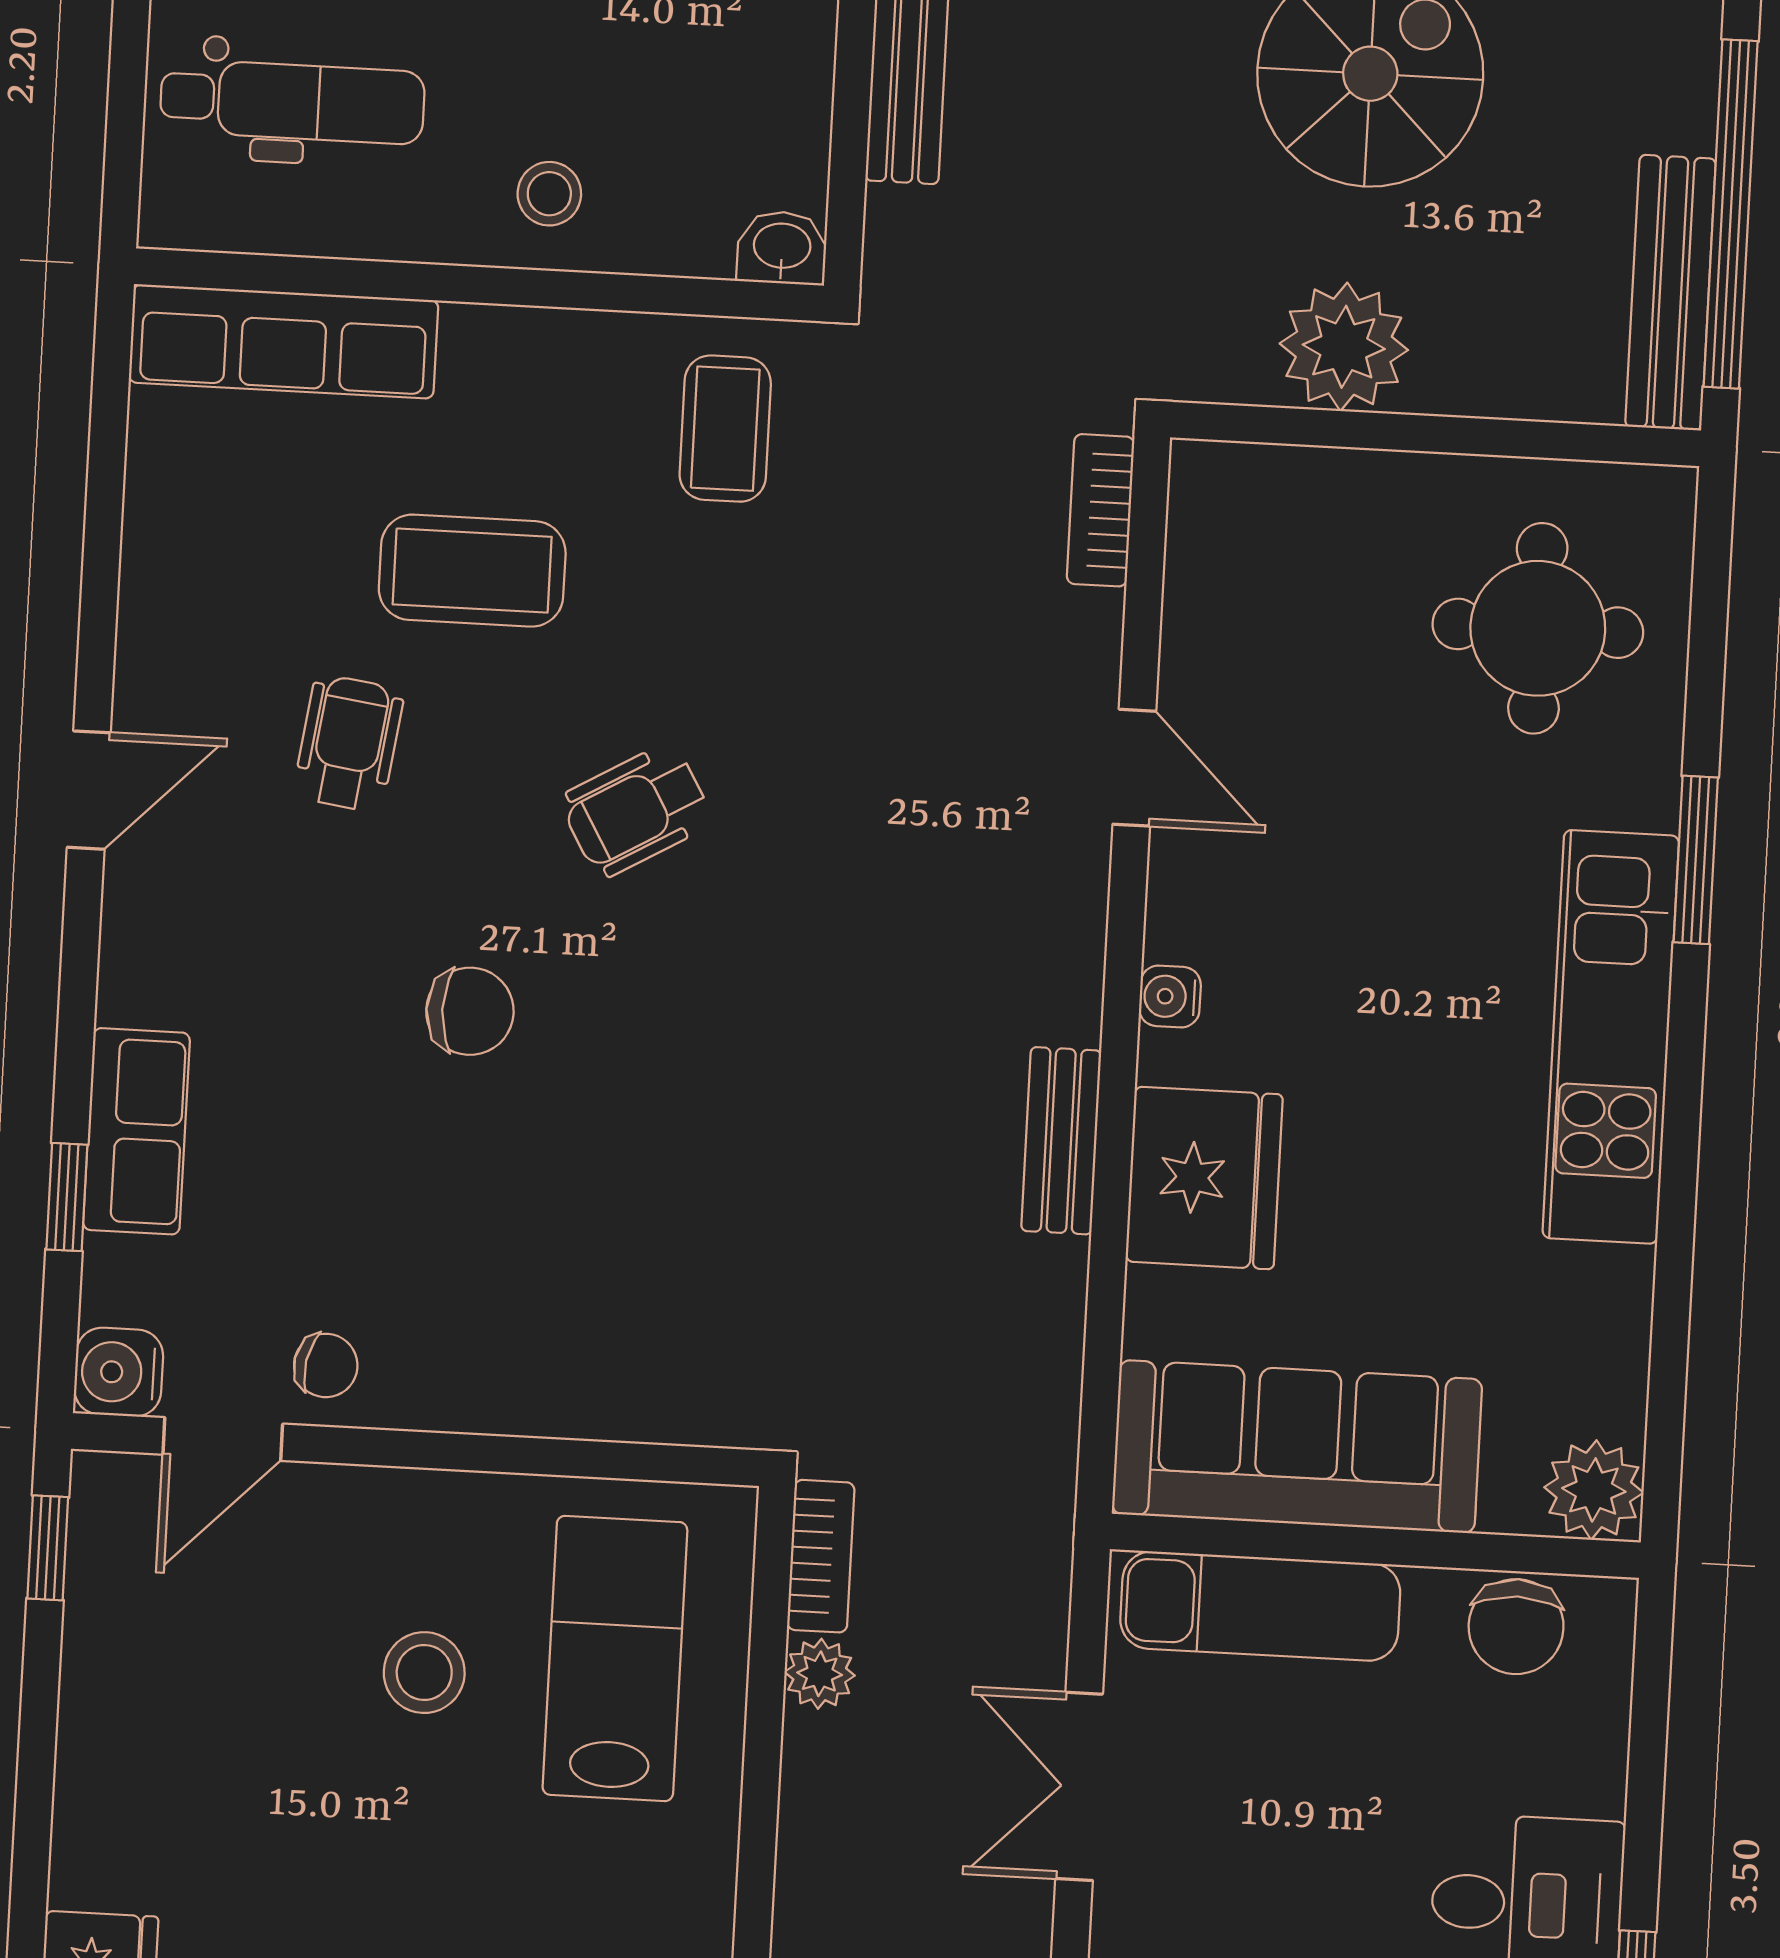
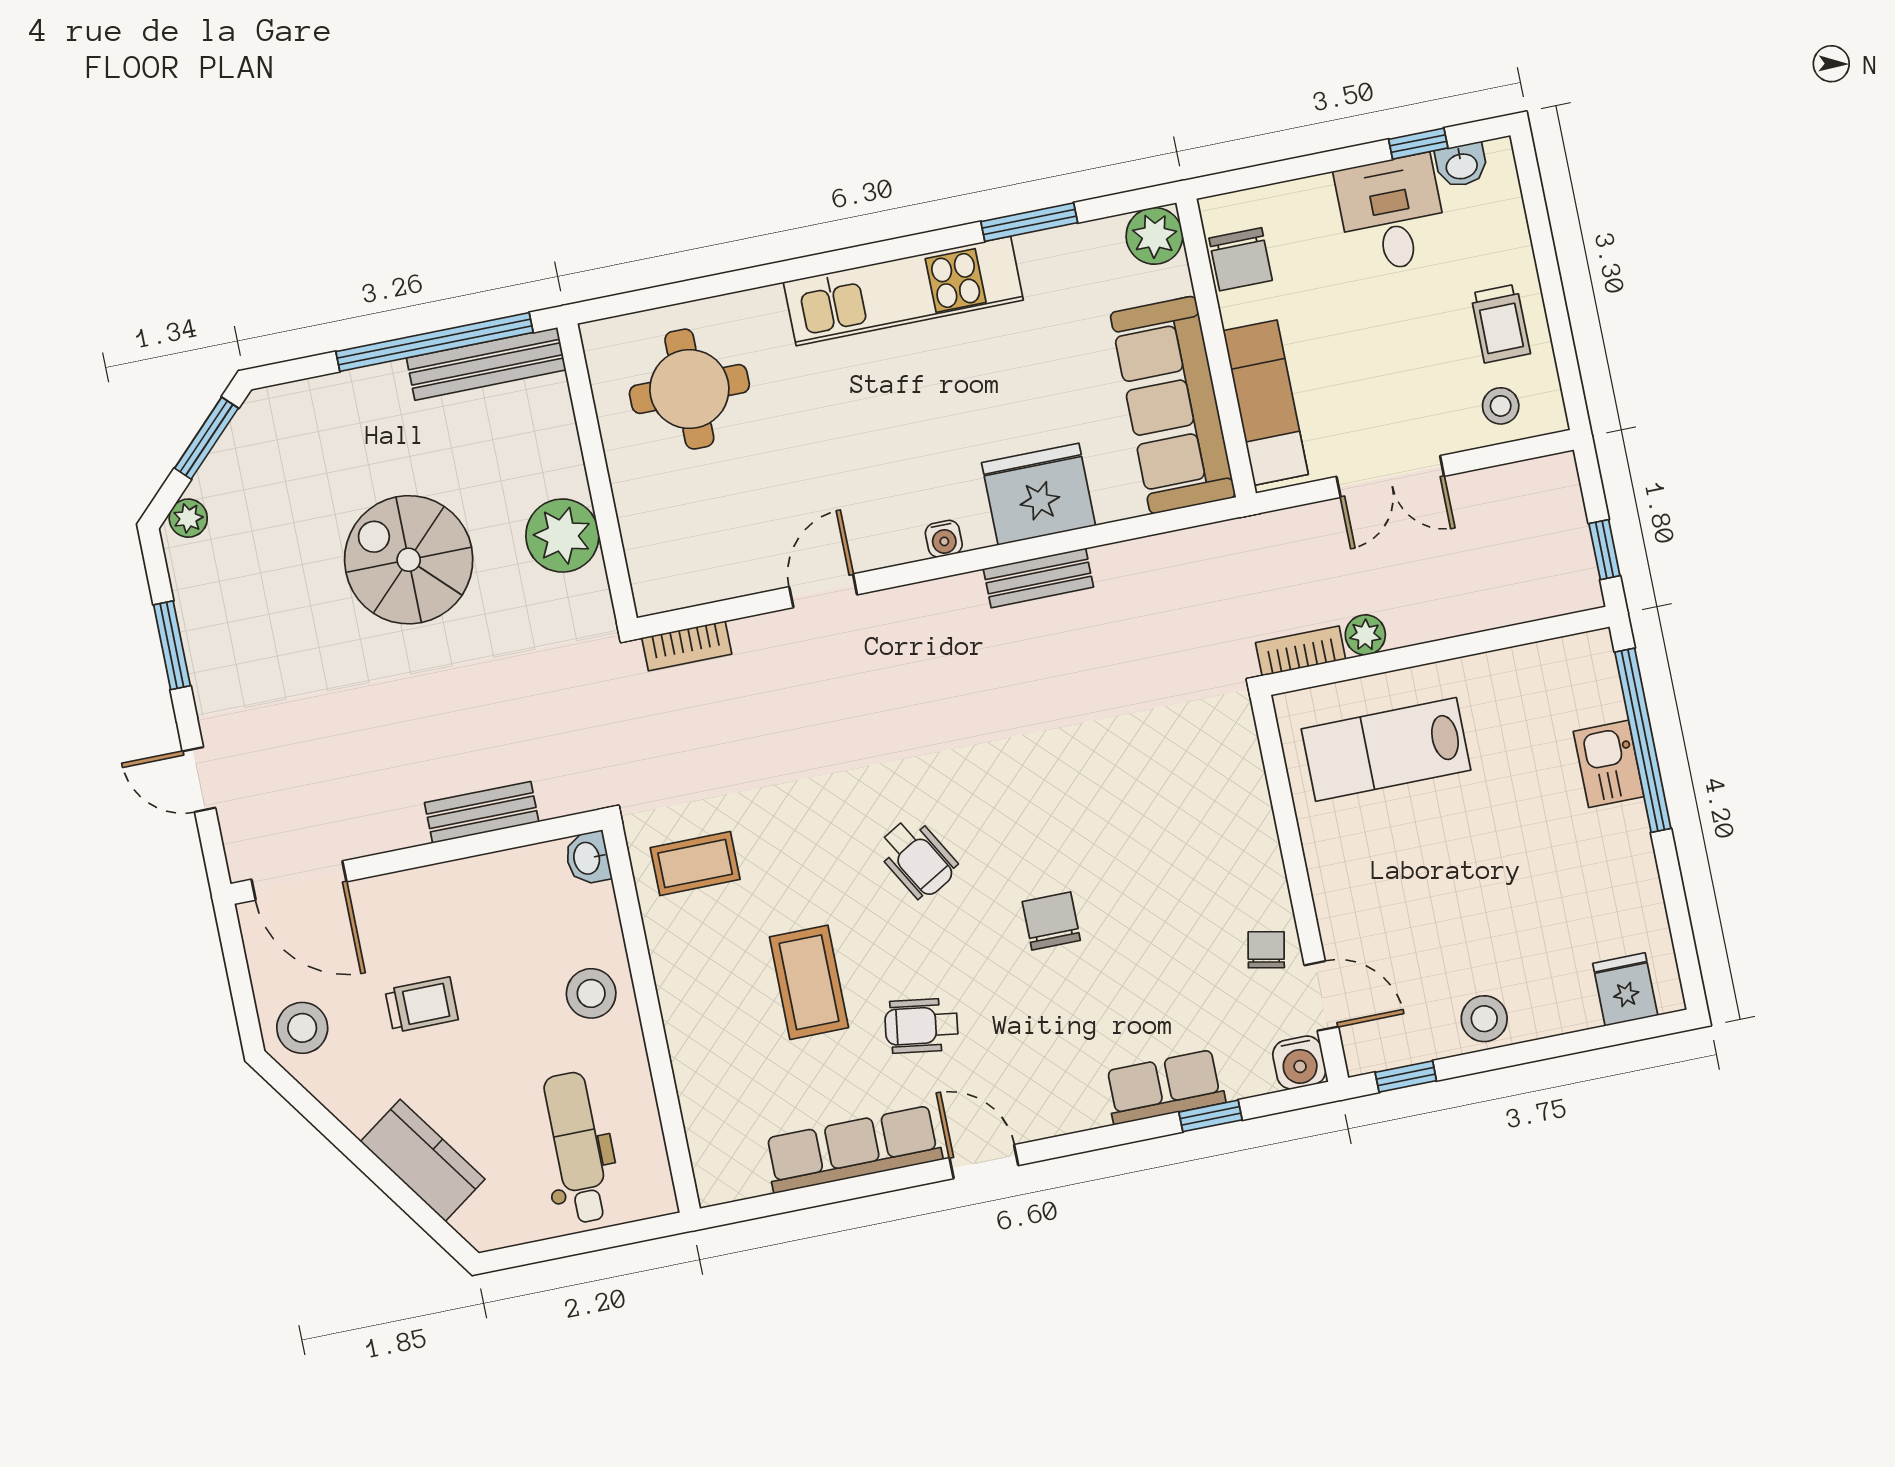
stool: (549, 194) -> (591, 993), width x1.37, depth x1.37
row of seats: (284, 341) -> (853, 1149), moved, turned -90
window: (1696, 860) -> (1029, 222), moved
chair: (1516, 1627) -> (1241, 259), turned 90
stool: (424, 1673) -> (1484, 1019), moved

